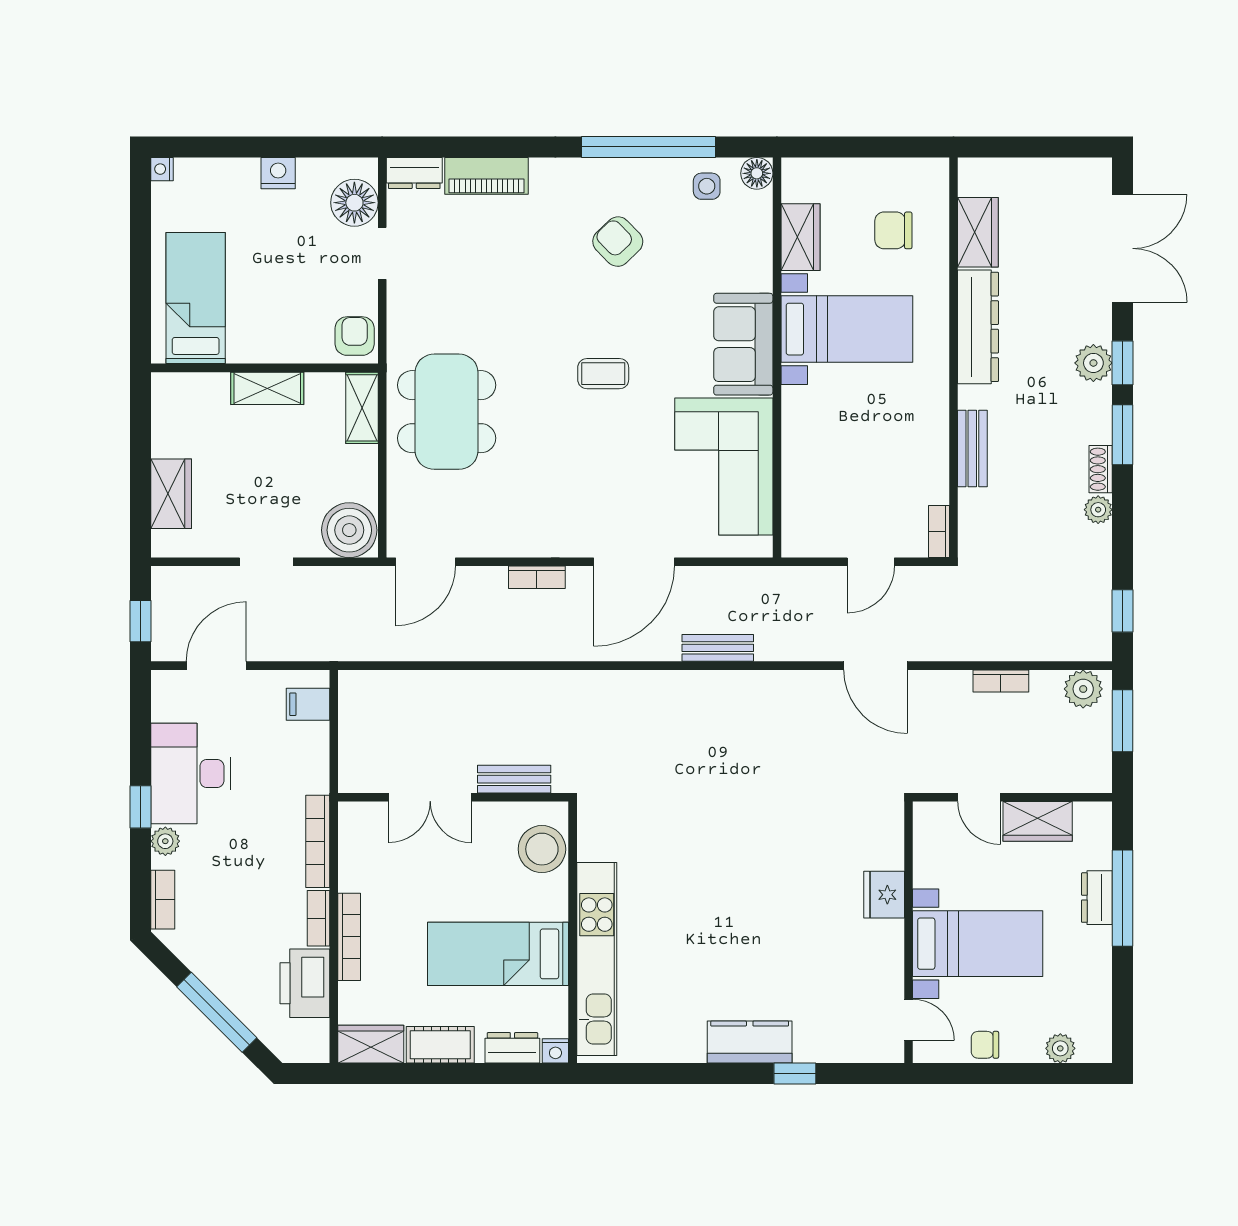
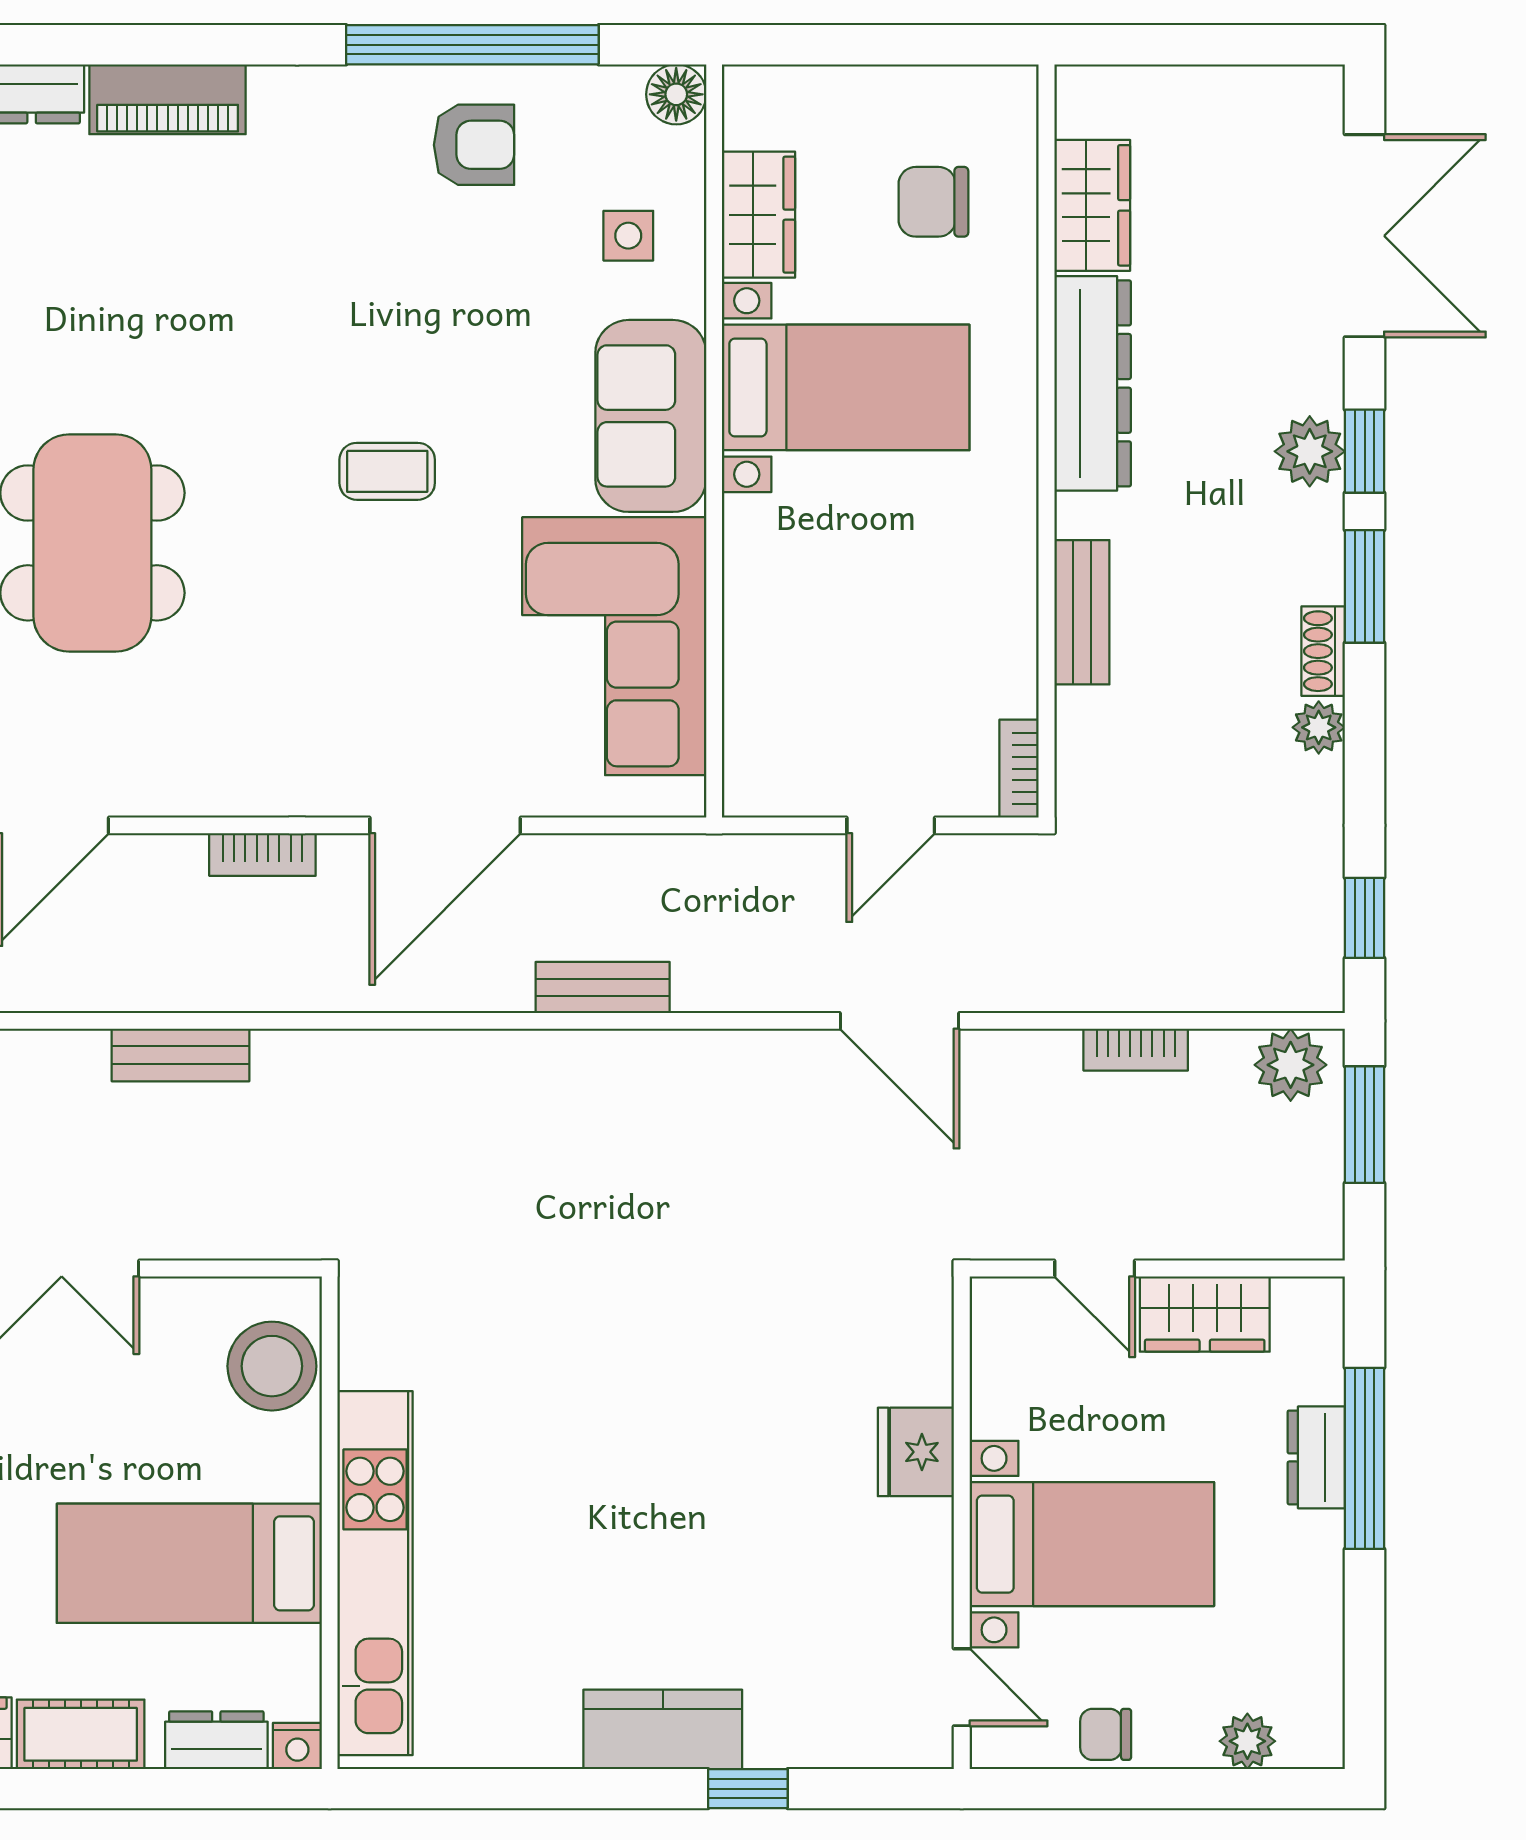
side table: (707, 186) -> (628, 236), moved
armchair: (618, 242) -> (474, 145), moved, turned 134
bench: (514, 779) -> (180, 1055), moved

